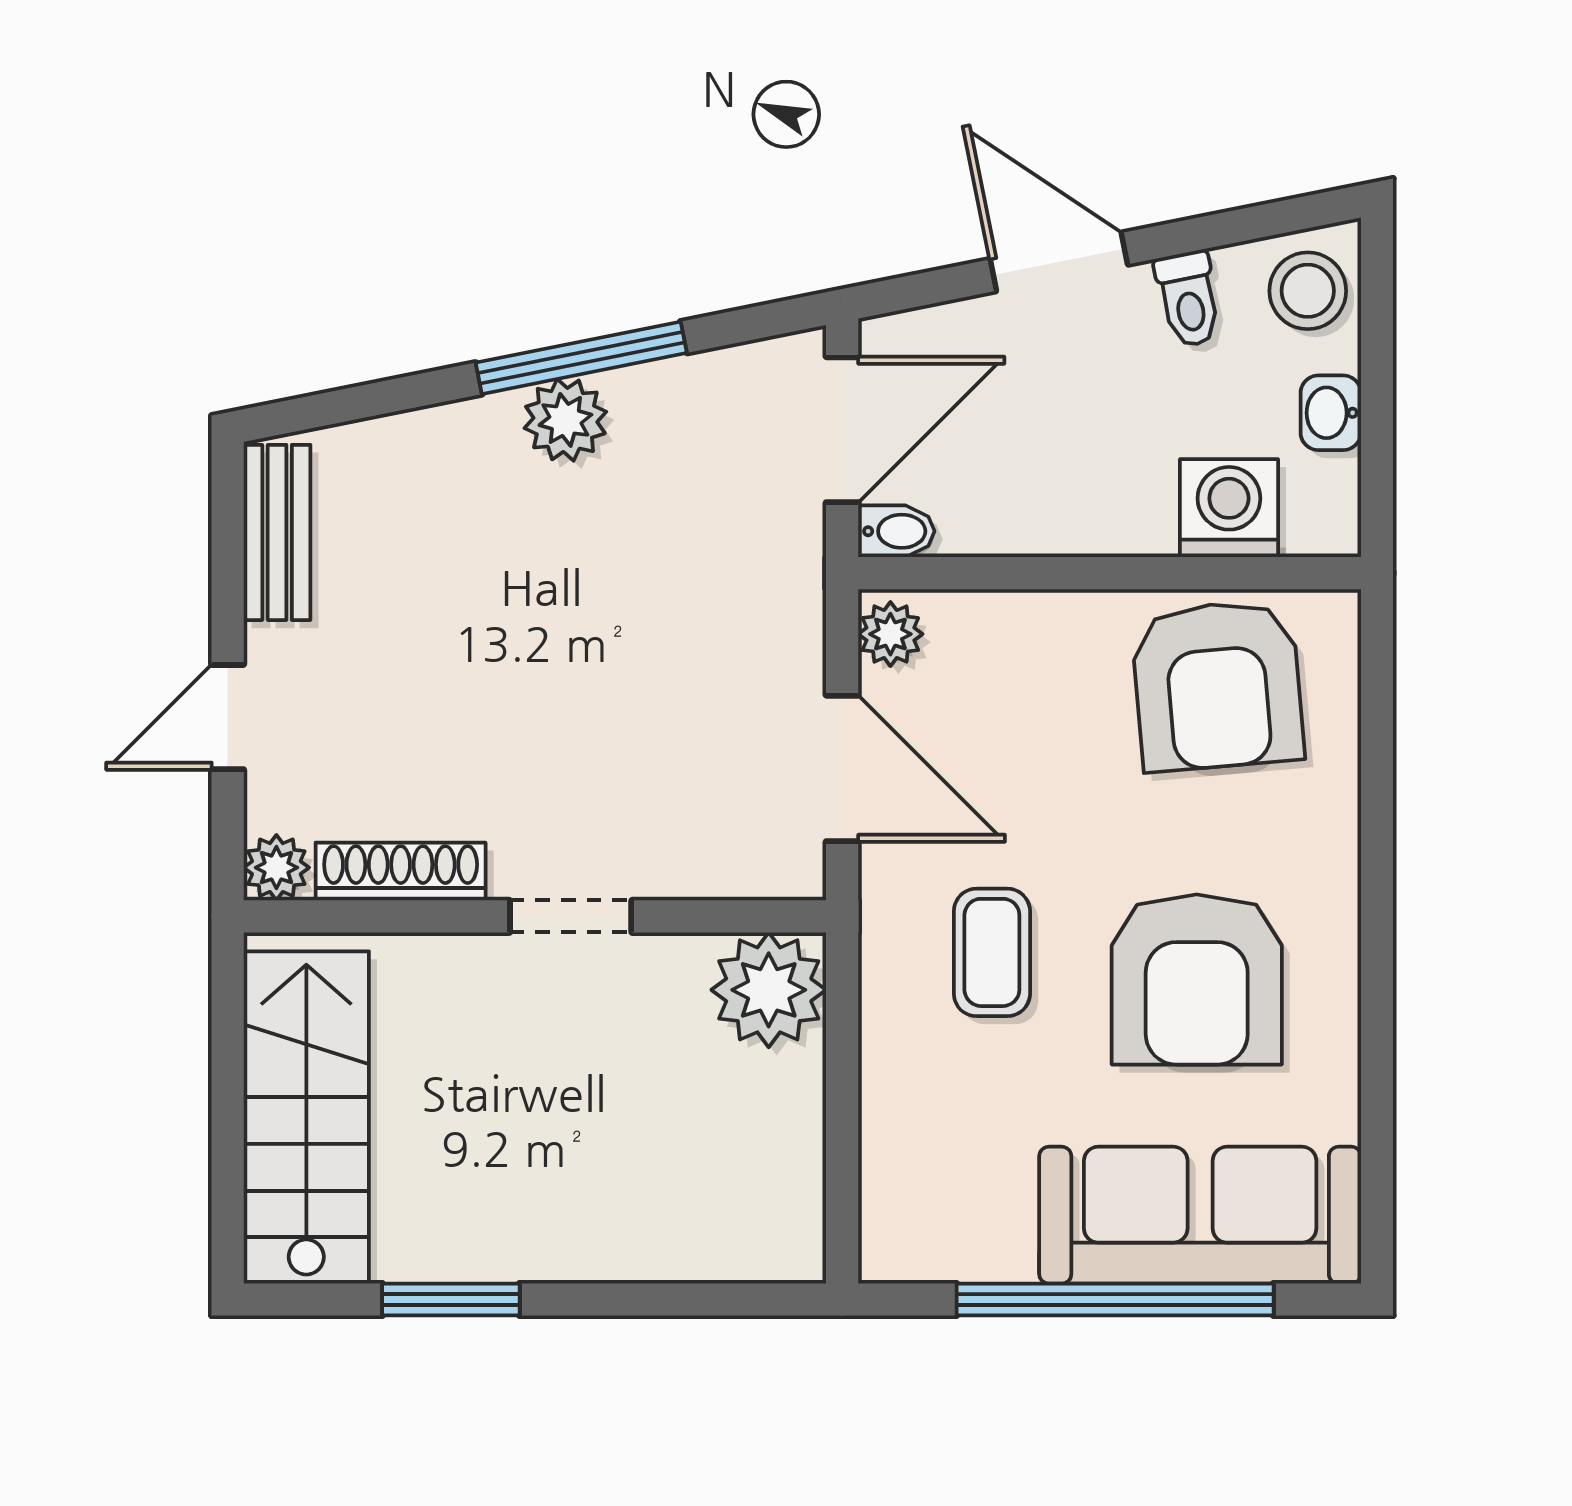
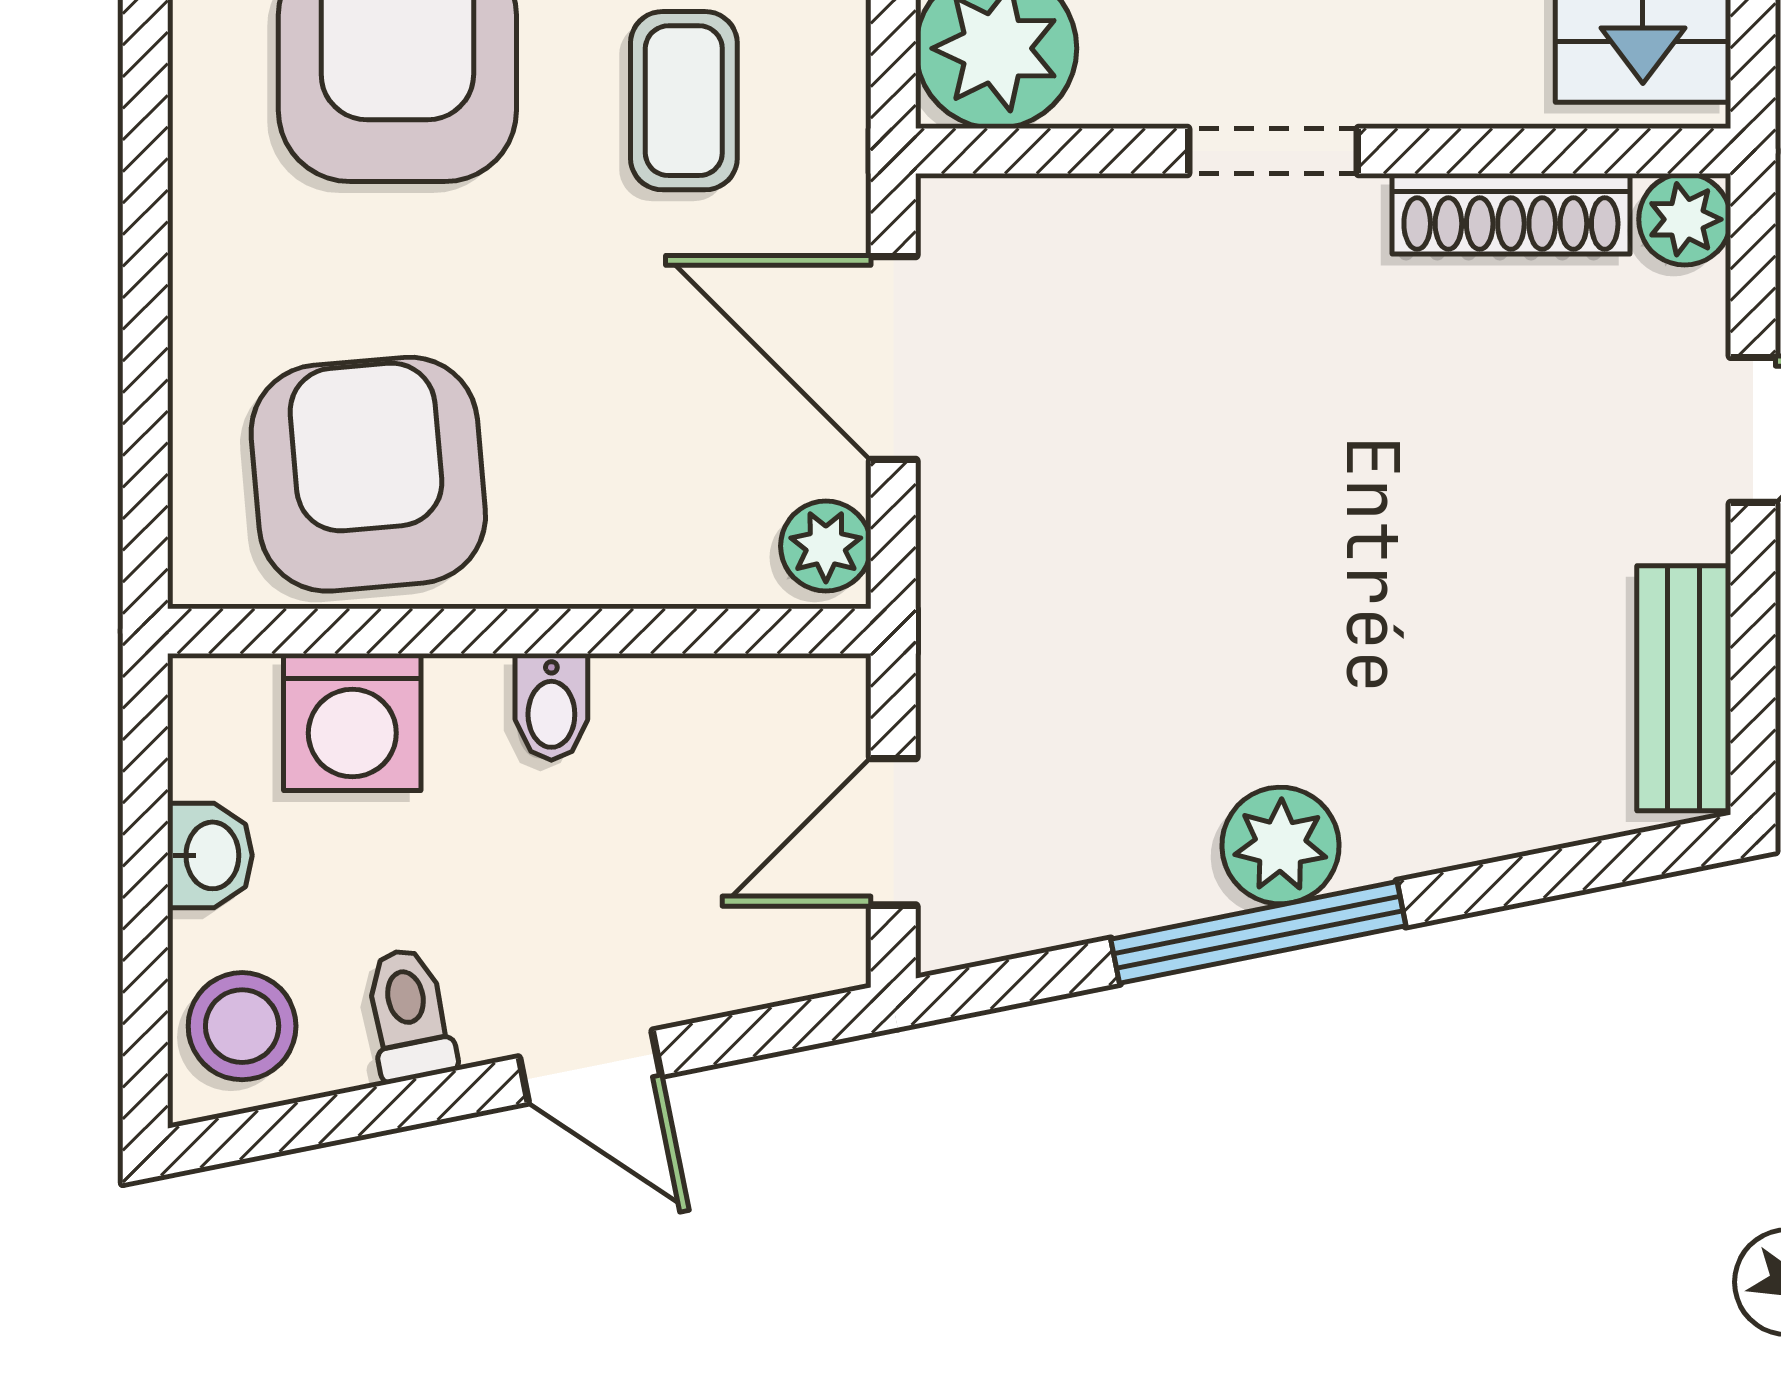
door: (1059, 262) -> (590, 1067), width x0.73
door: (842, 430) -> (893, 832), width x0.73
bidet: (896, 531) -> (551, 707), moved, turned -90

